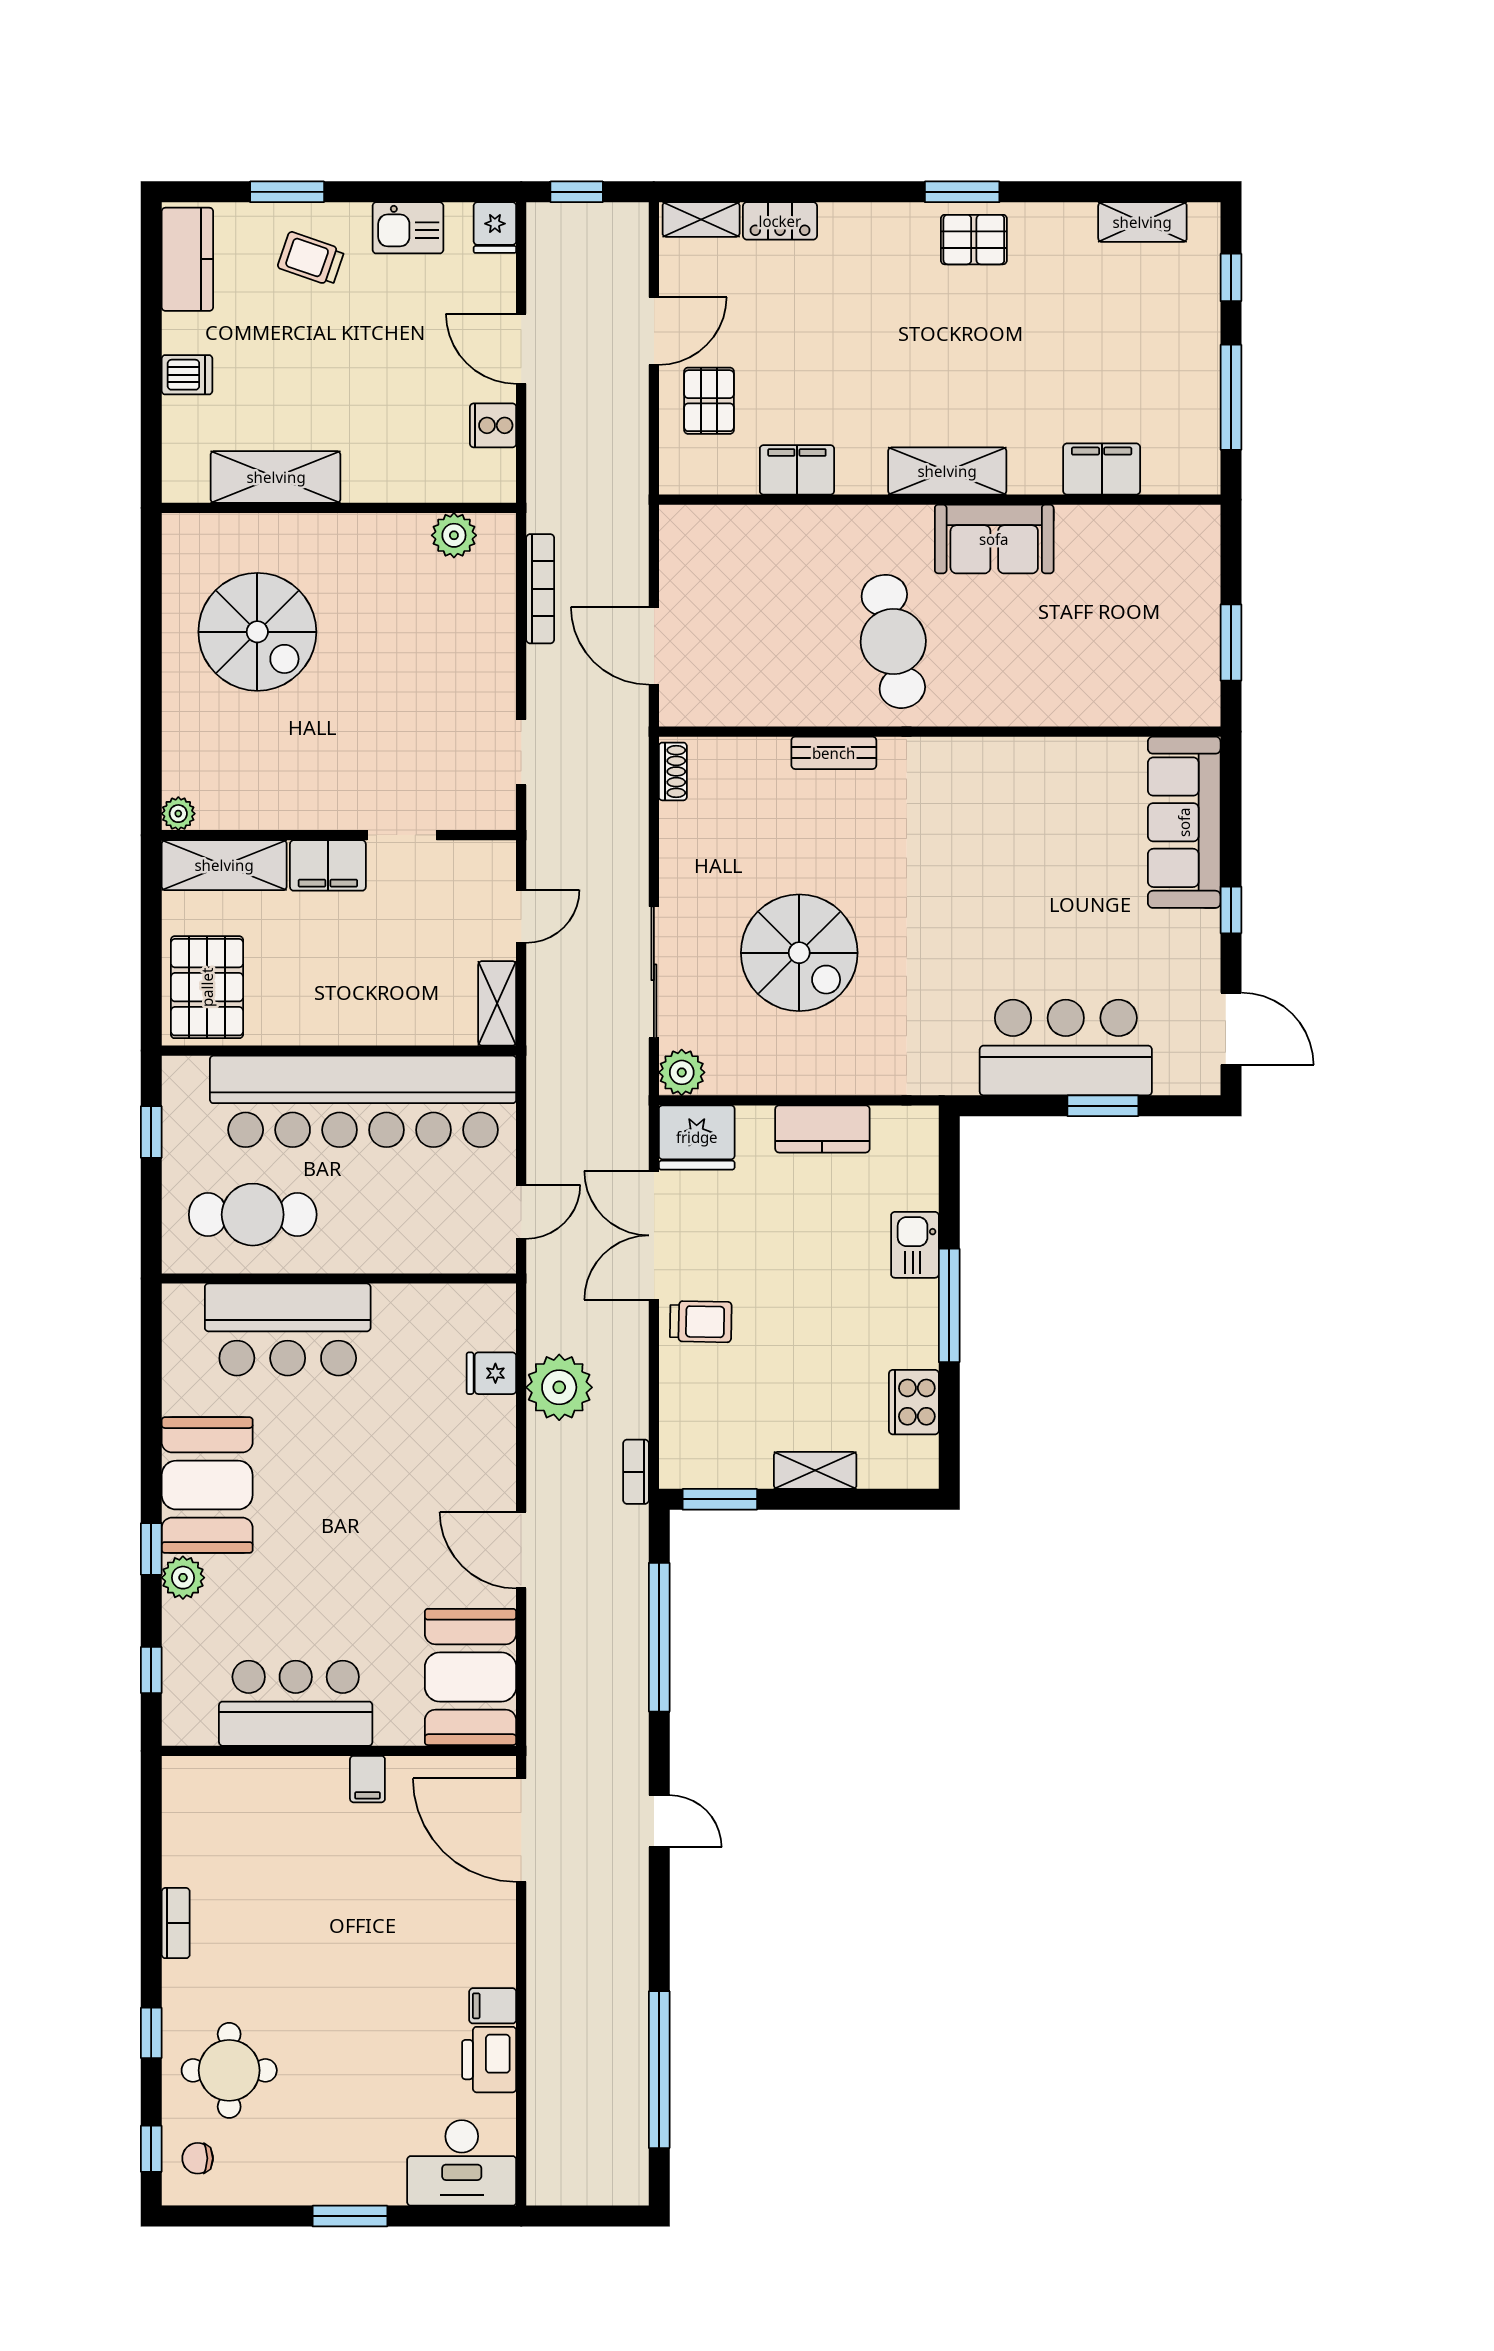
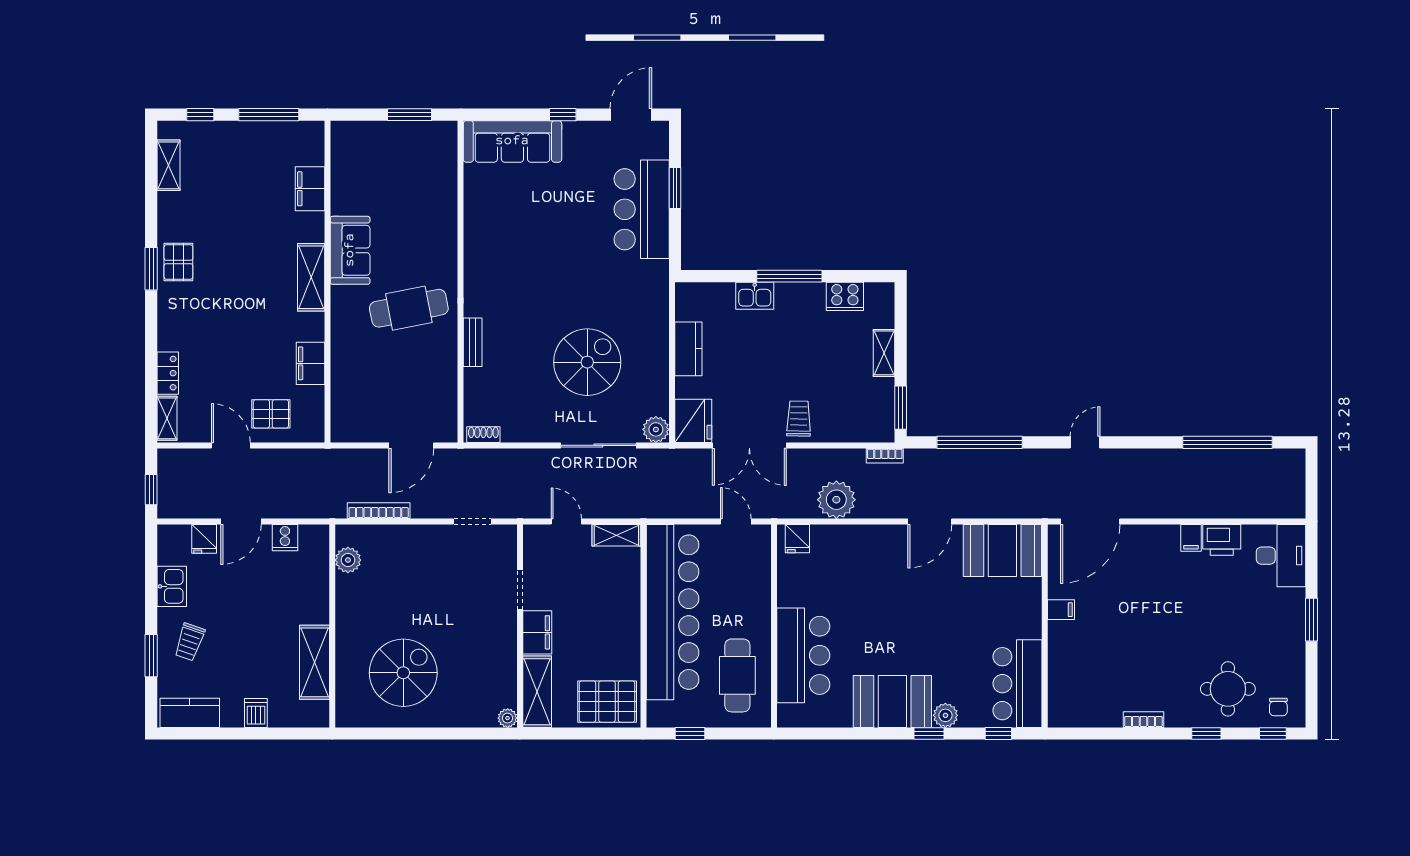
fridge: (495, 228) -> (204, 539), moved, turned 90
fridge: (491, 1373) -> (797, 539), moved
bar counter: (296, 1703) -> (1017, 684), moved

